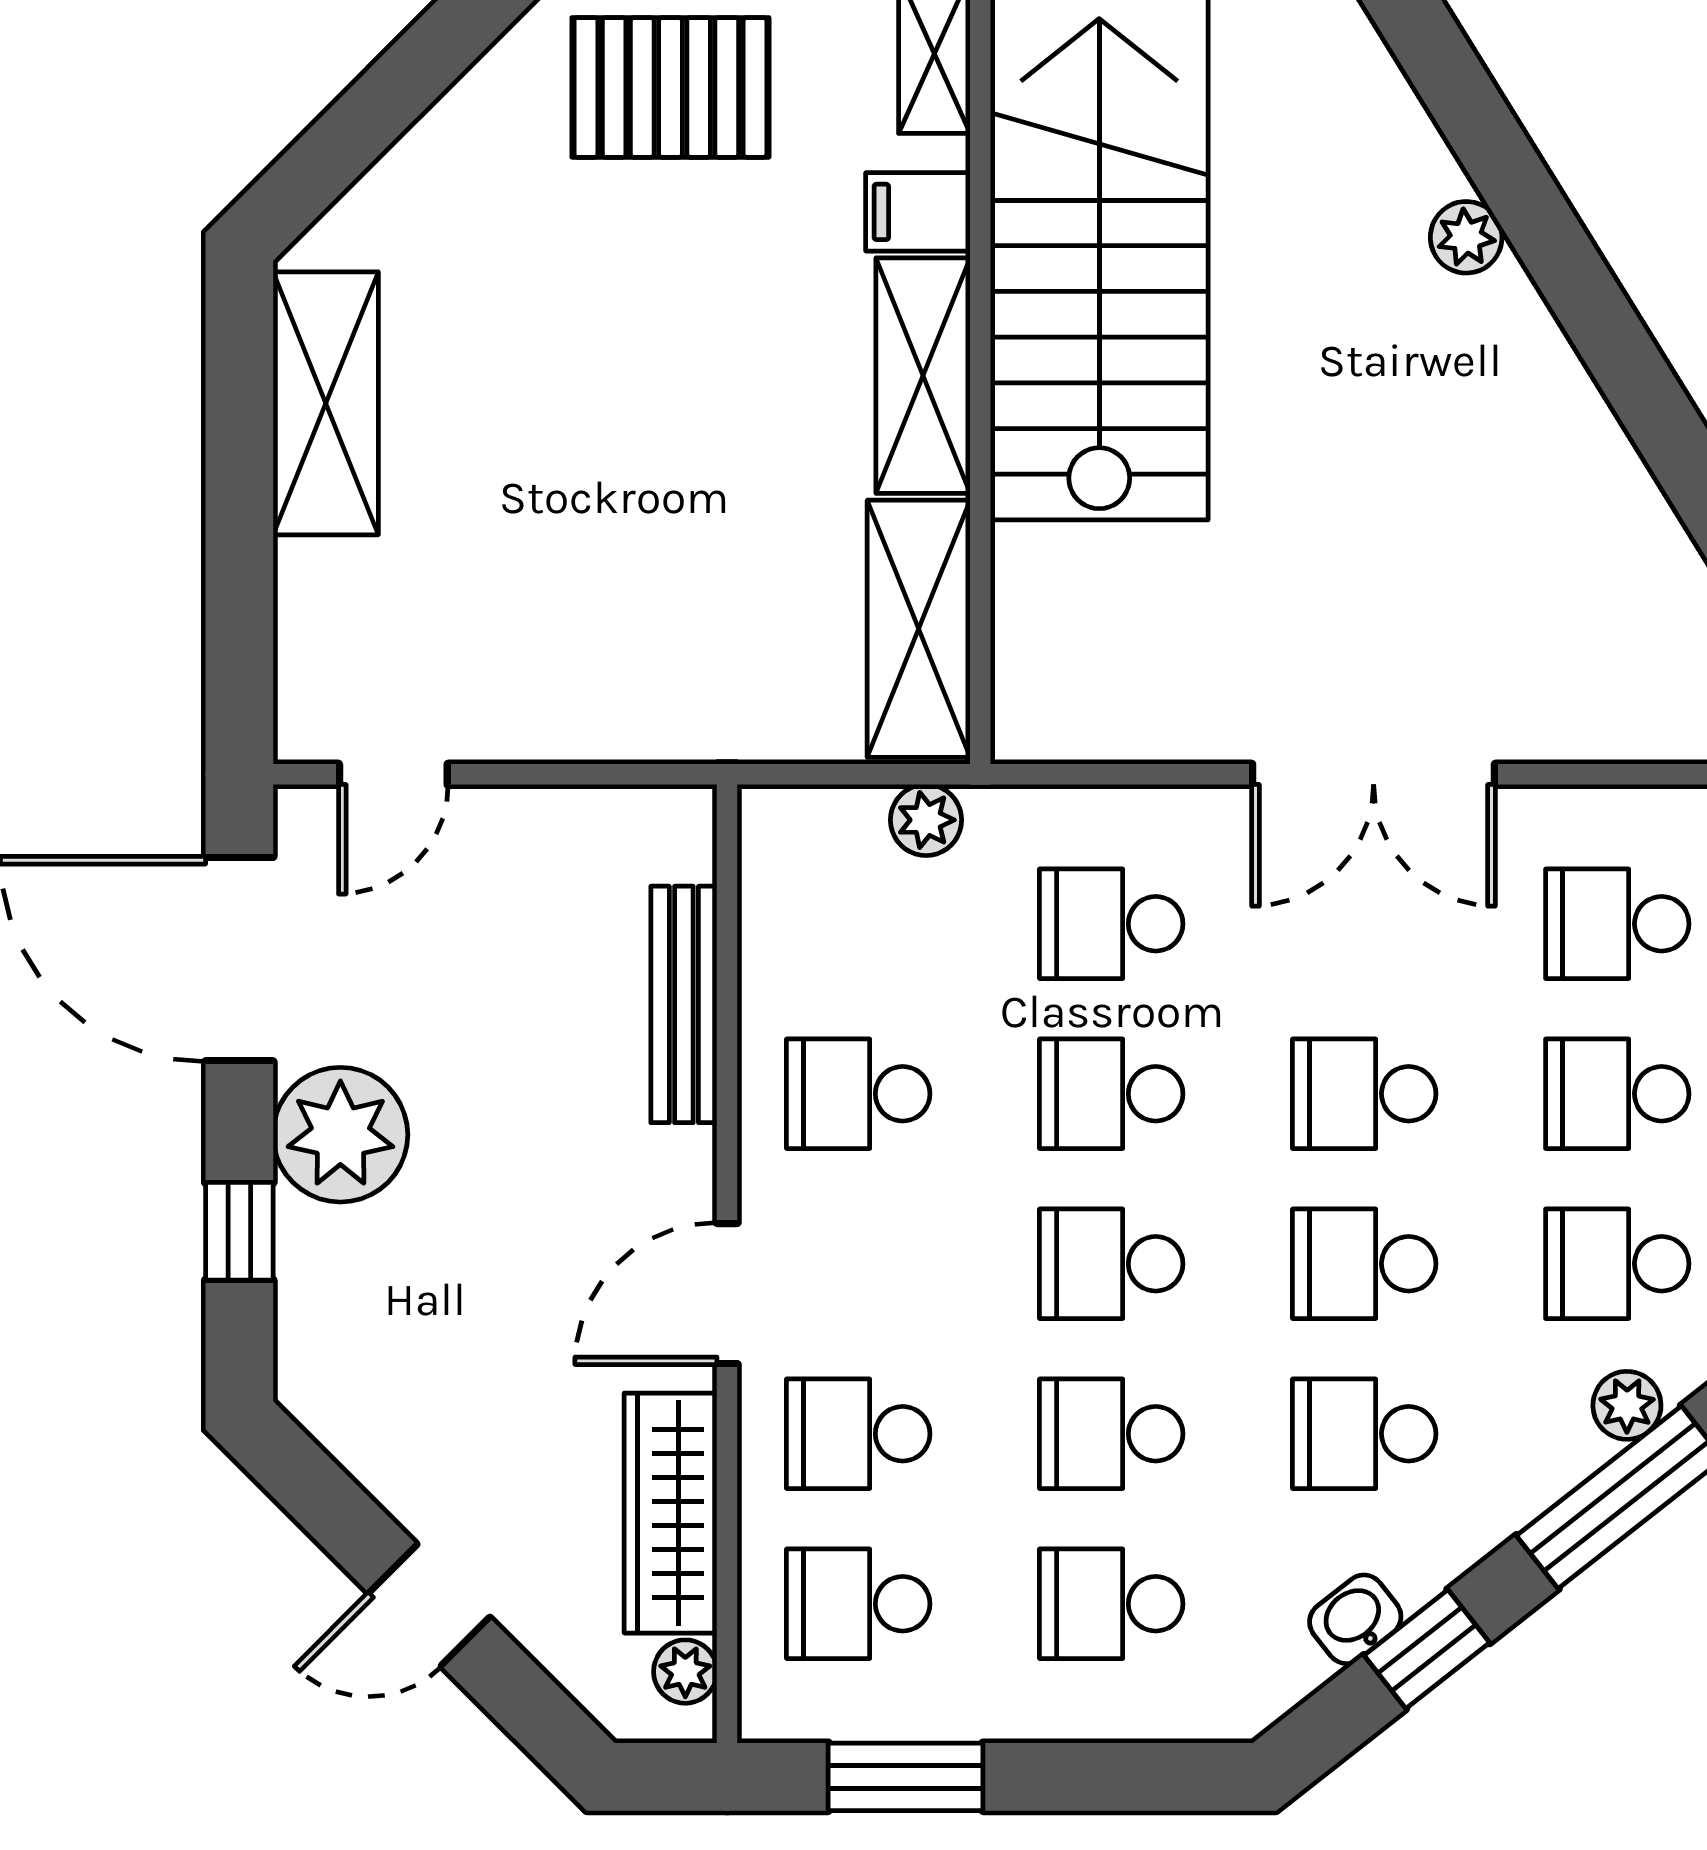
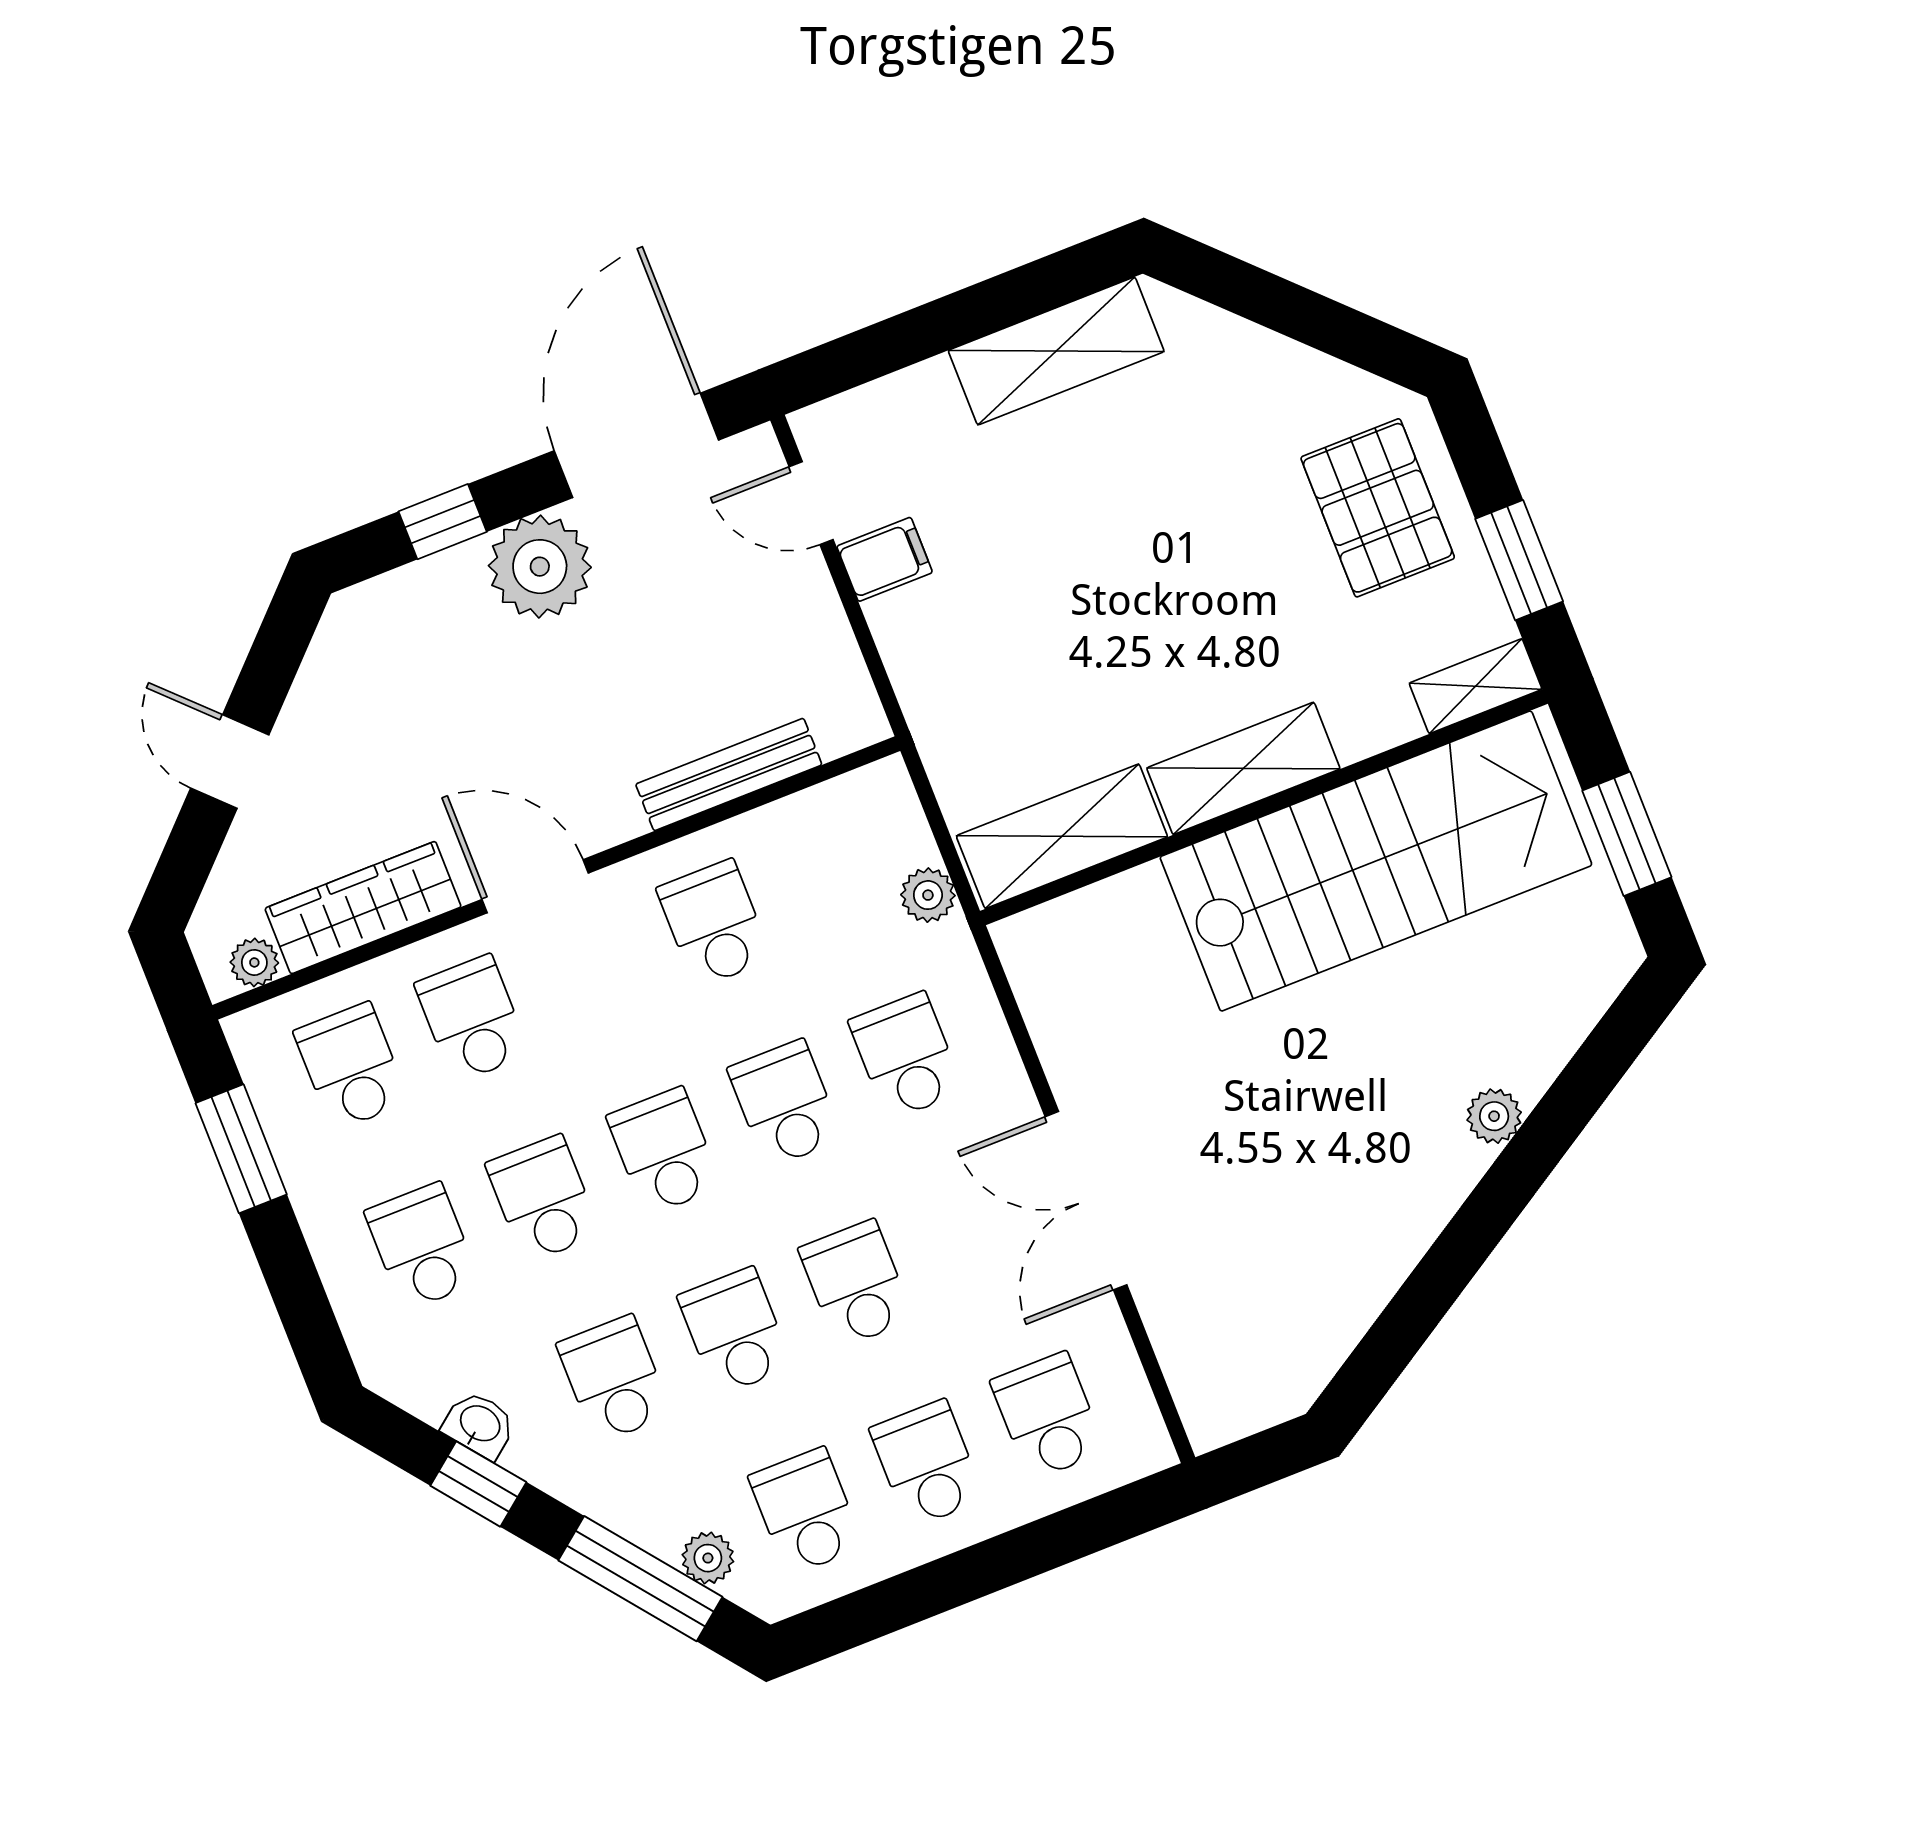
filing cabinet: (918, 212) -> (885, 559), moved, turned 90

